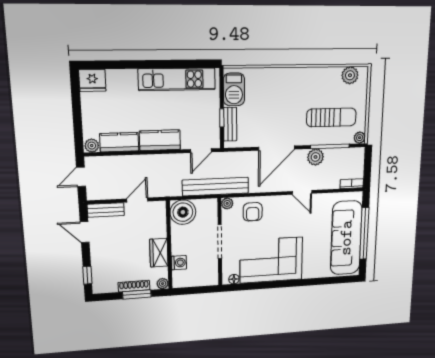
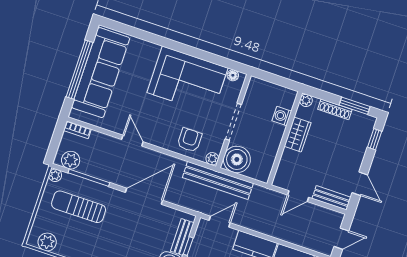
plant: (316, 157) -> (71, 160), moved
boiler: (183, 212) -> (237, 159), moved
window: (137, 294) -> (355, 106), moved

